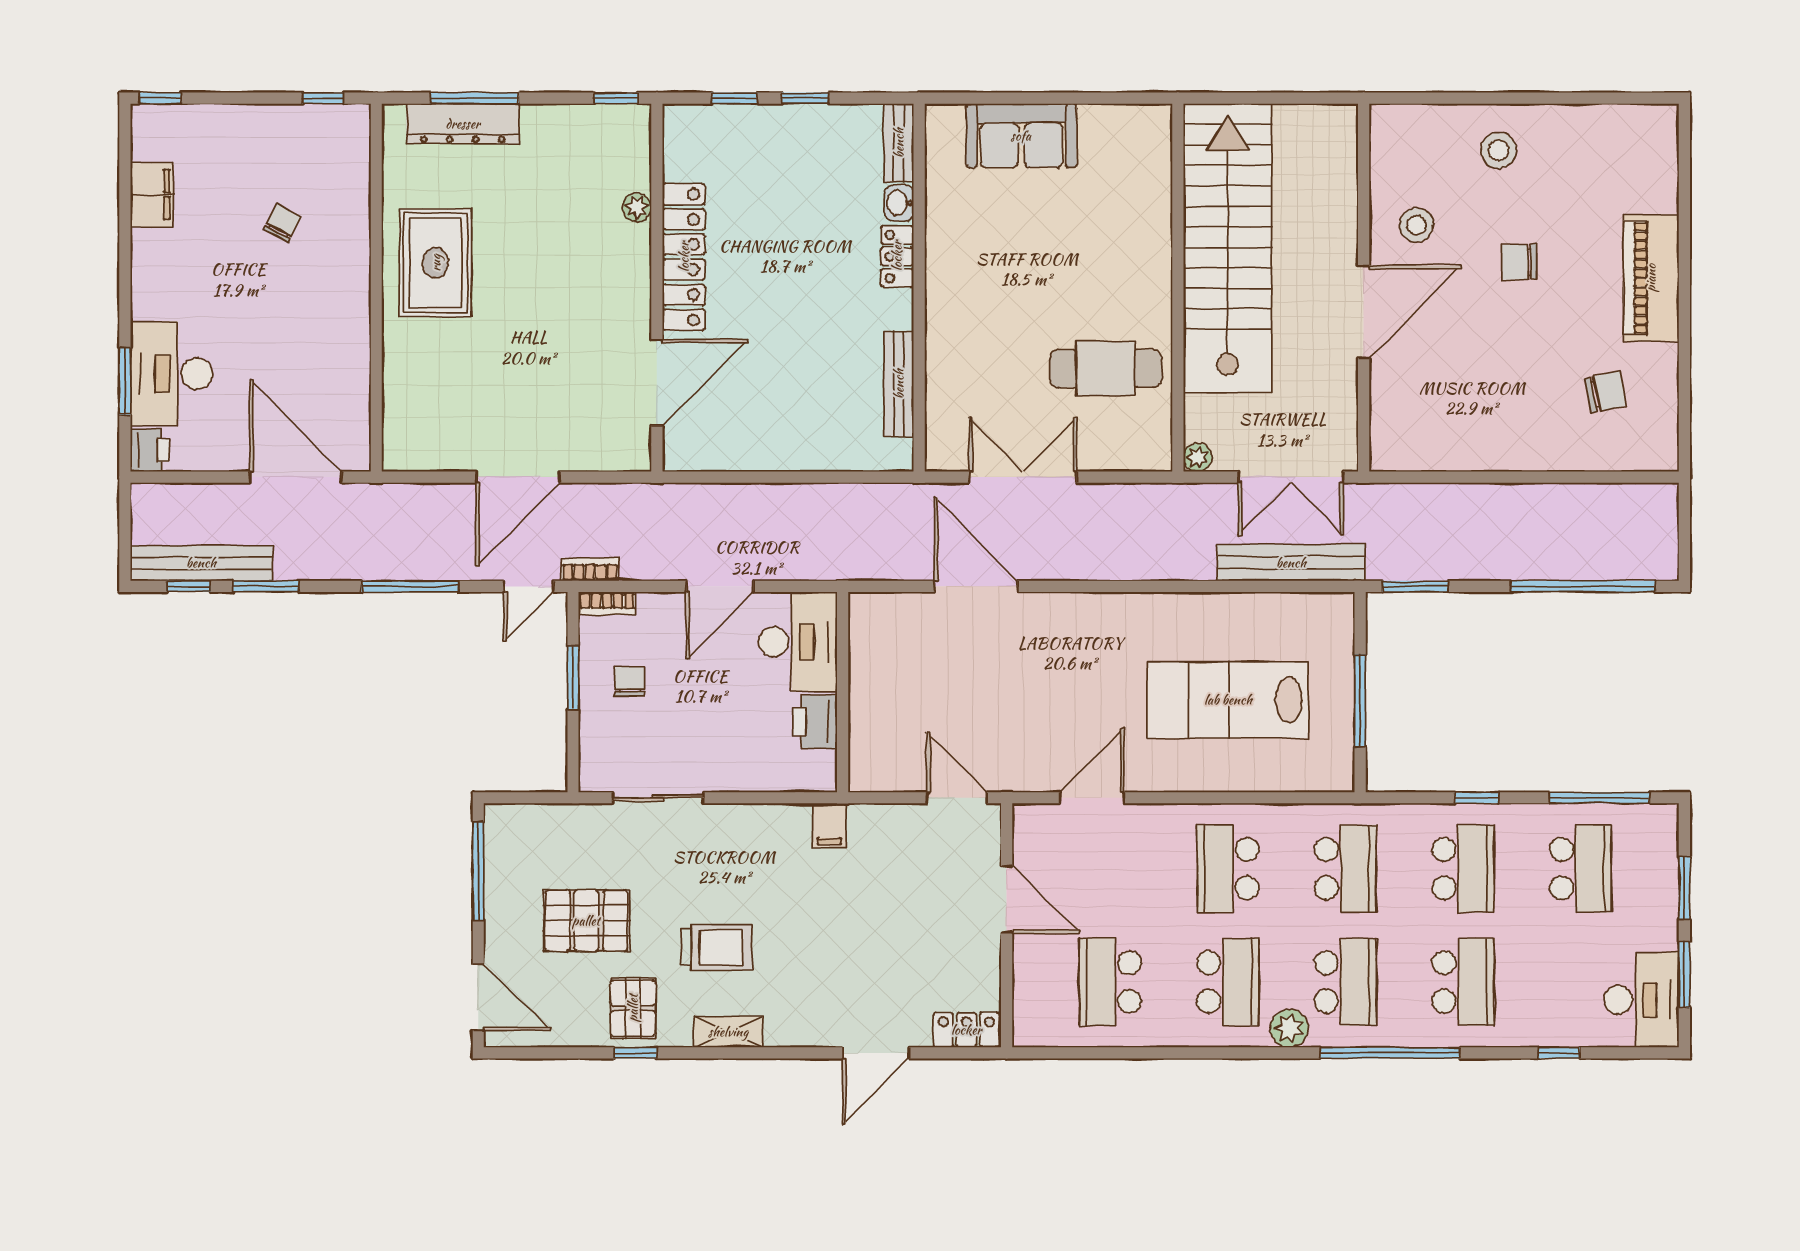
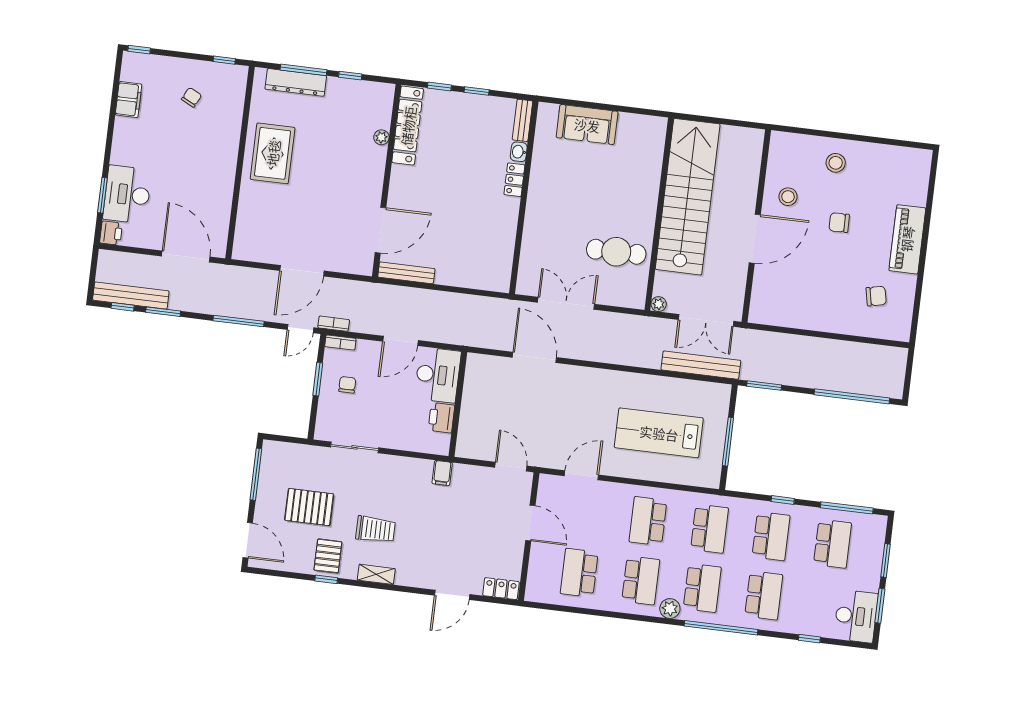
window: (616, 98) -> (350, 76), moved
chair: (282, 223) -> (192, 97), moved
locker: (684, 257) -> (408, 126), moved
bench: (899, 384) -> (406, 273), moved, turned 90

